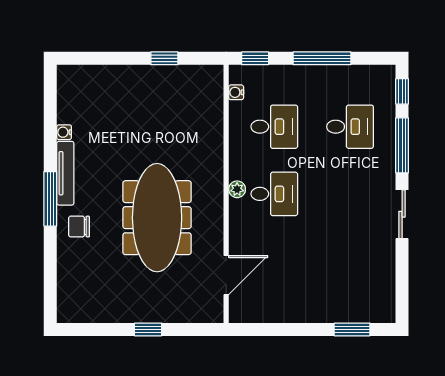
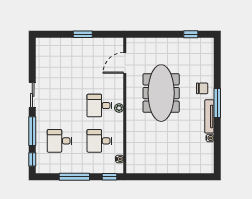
window: (164, 58) -> (157, 177), removed
window: (148, 329) -> (191, 34), moved
window: (352, 329) -> (83, 34), moved

